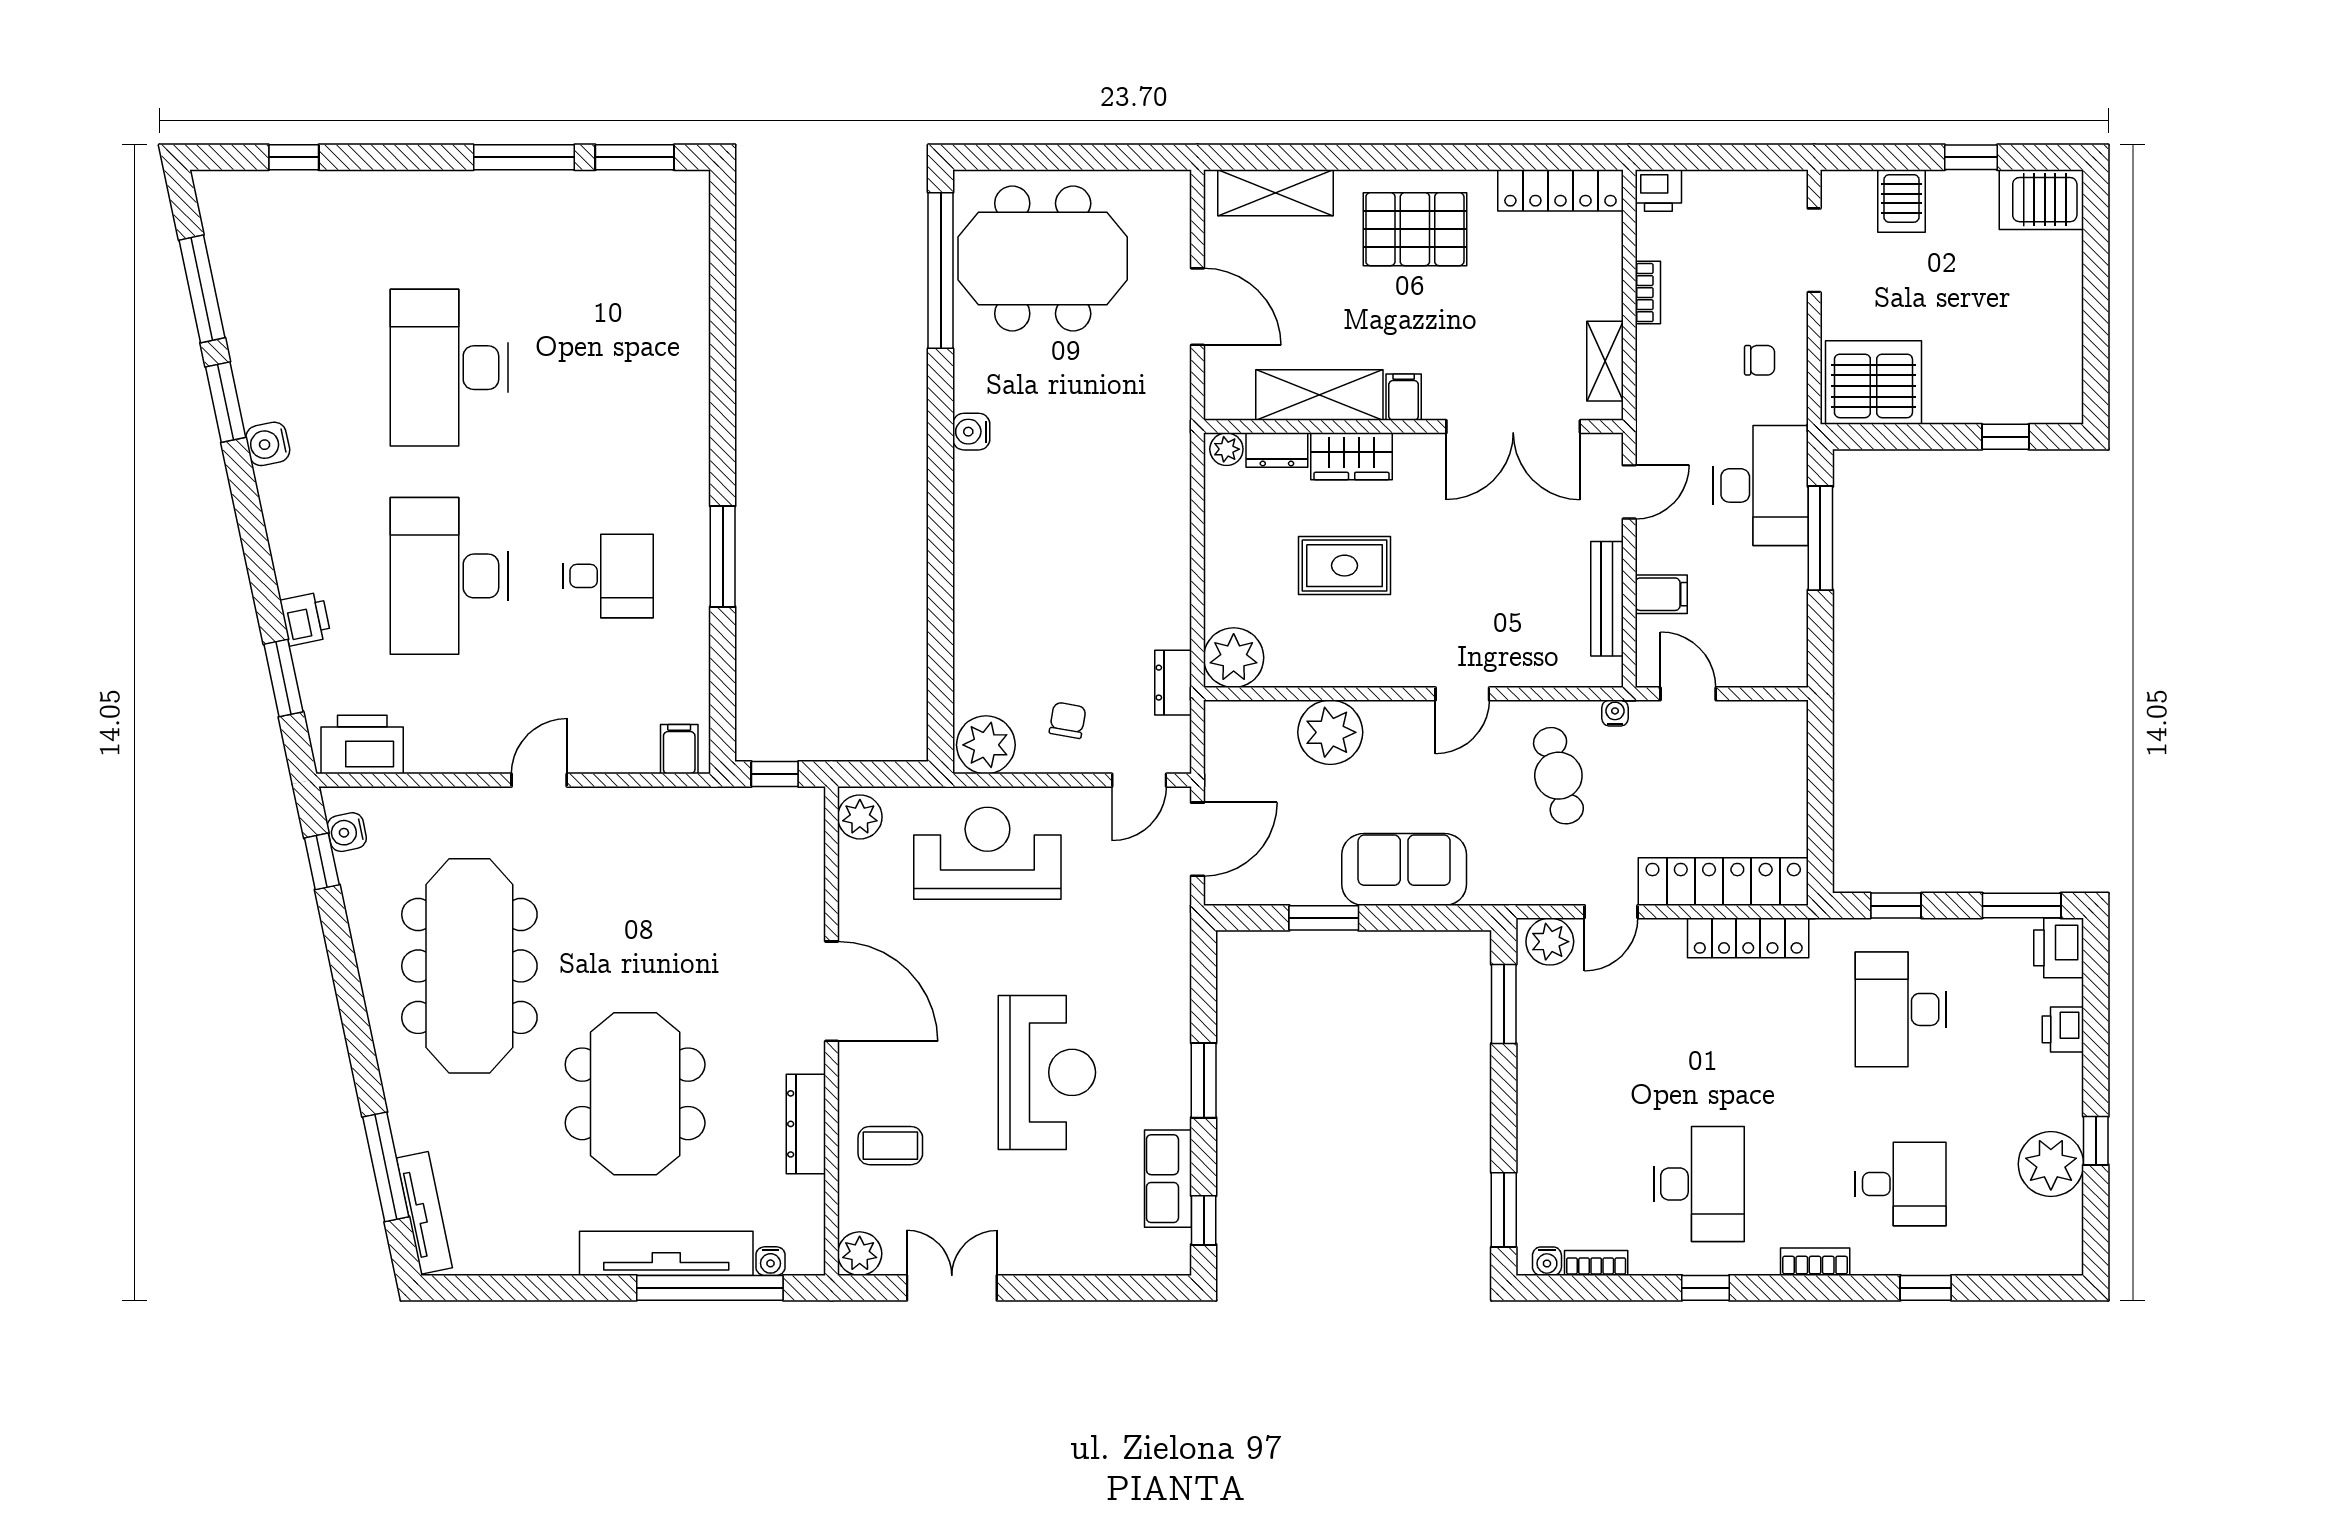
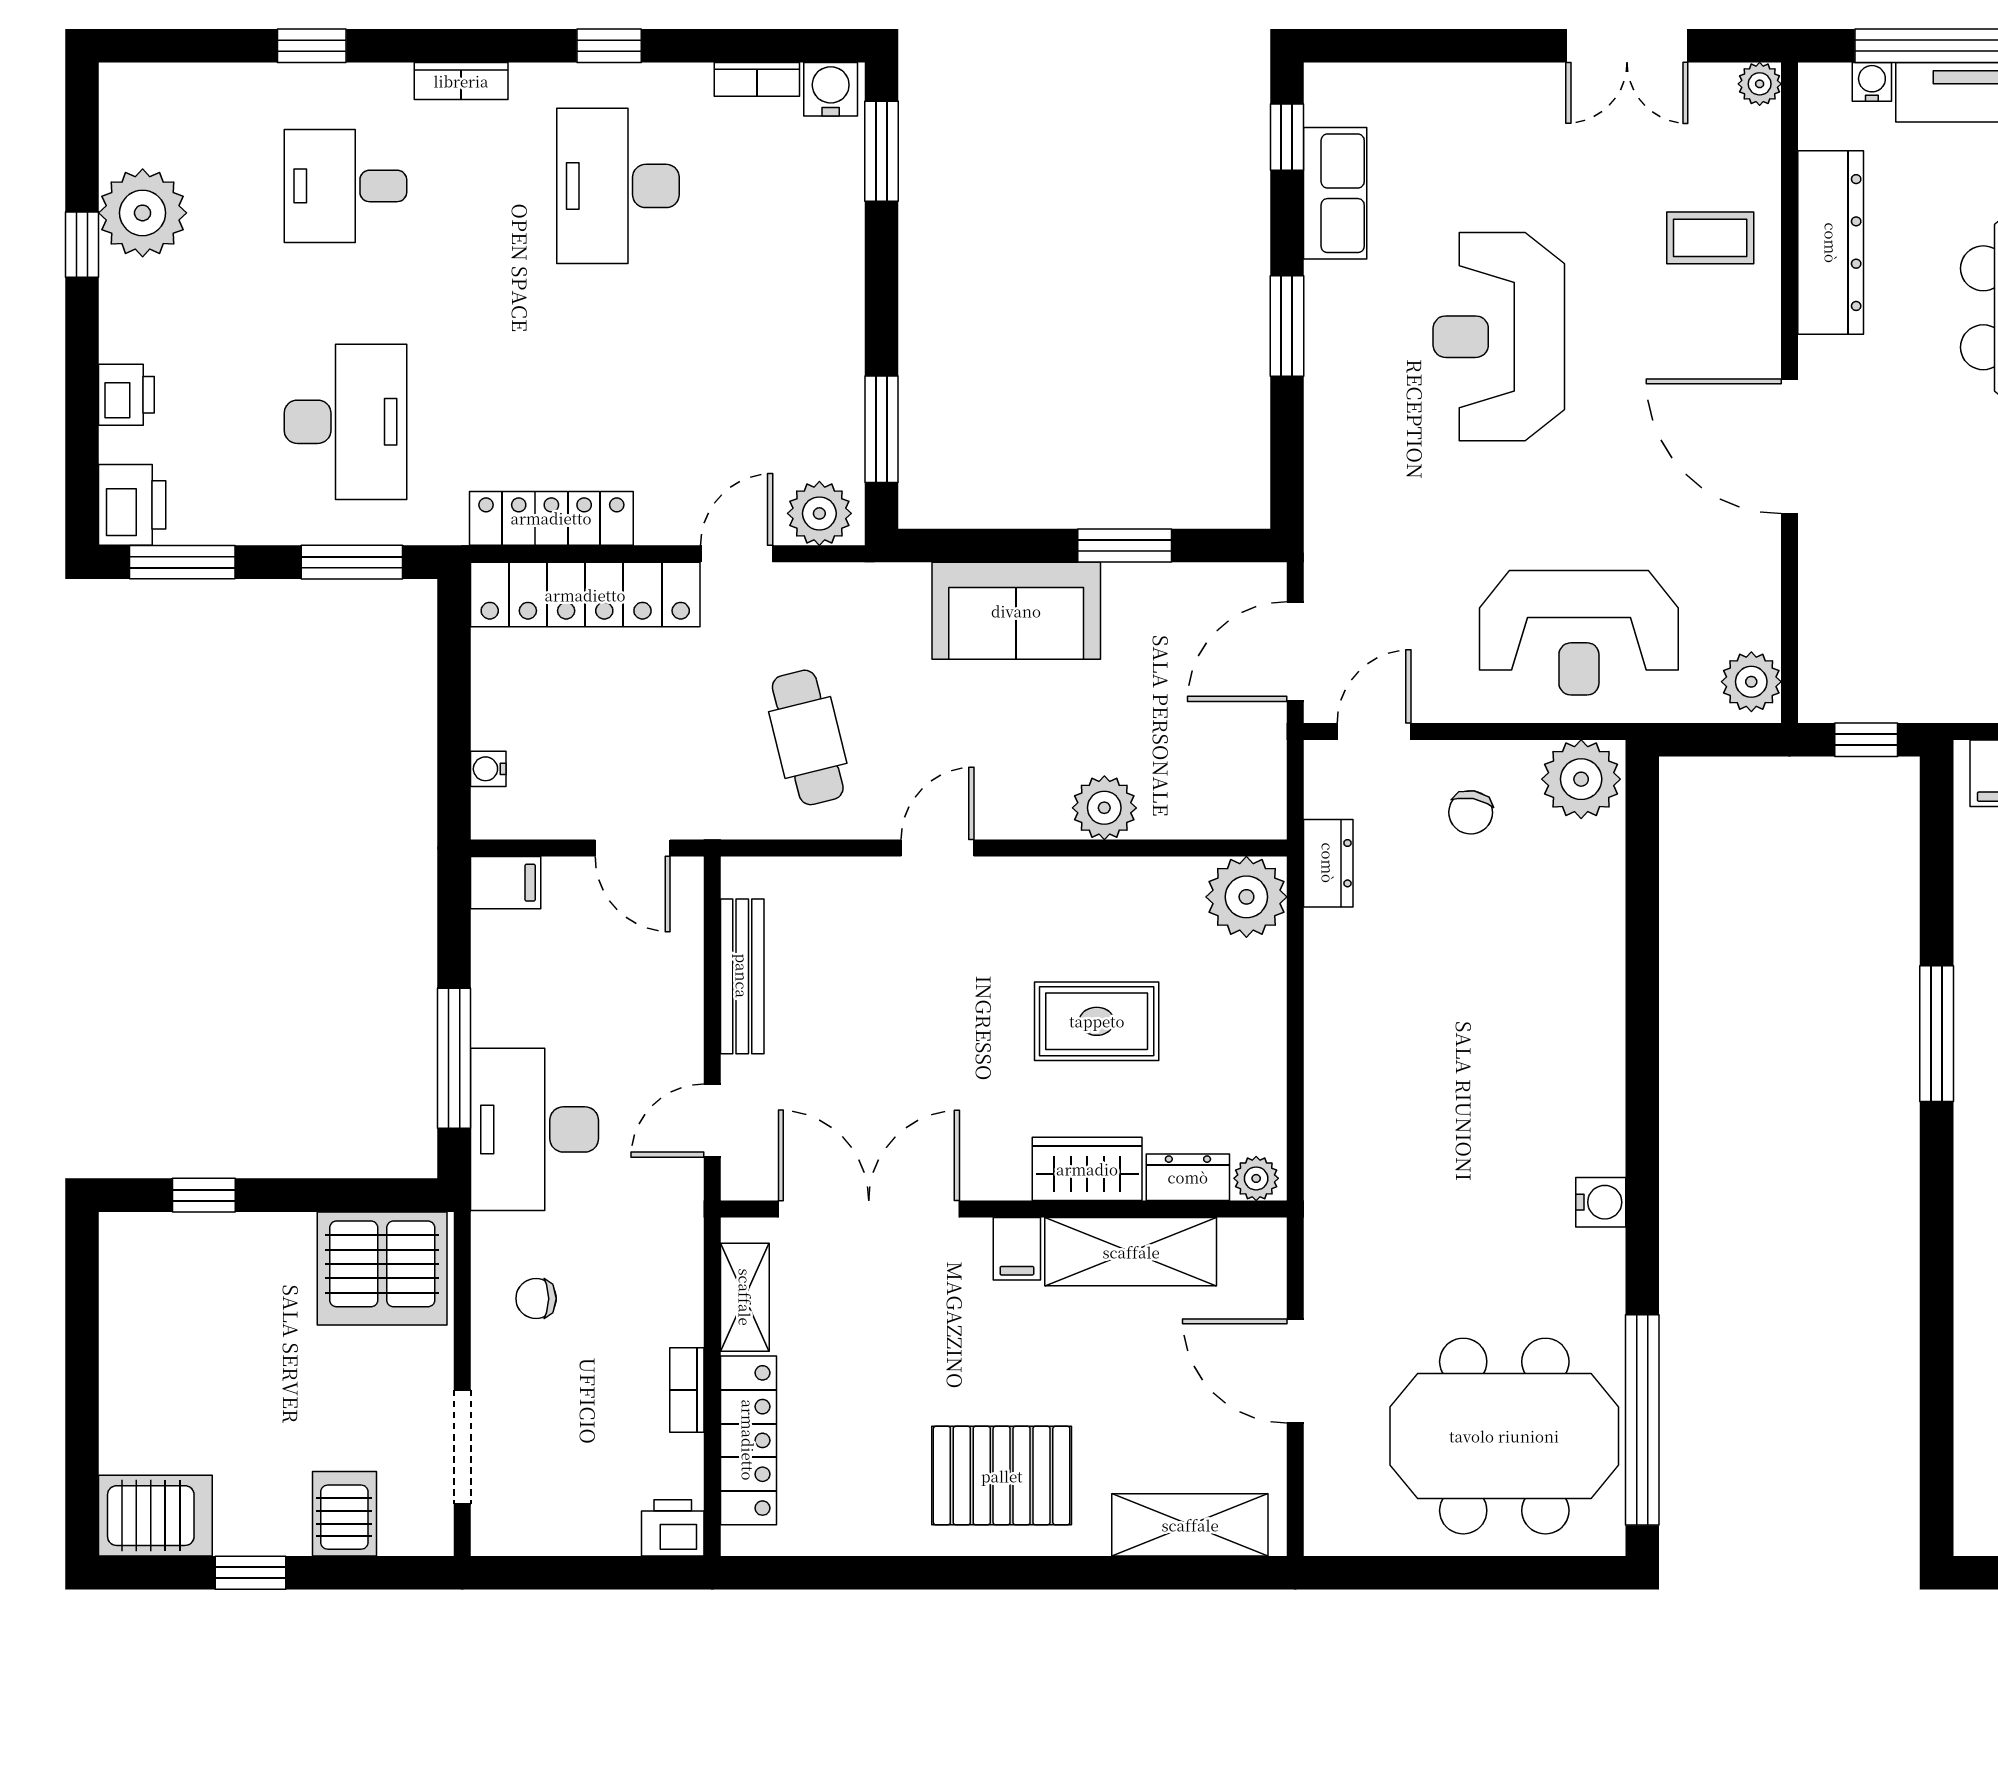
locker: (1560, 190) -> (748, 1440), moved, turned 90
filing cabinet: (1661, 594) -> (506, 883), moved, turned 180
water cooler: (1615, 713) -> (488, 769), moved, turned 90
plant: (1330, 732) -> (1104, 808), width x0.73, depth x0.73
window: (1896, 906) -> (352, 562), width x1.50
dresser: (806, 1124) -> (1831, 243), width x1.37, depth x1.24
plant: (860, 1254) -> (1760, 84), width x0.73, depth x0.73
water cooler: (1547, 1261) -> (831, 89), width x1.38, depth x1.38

